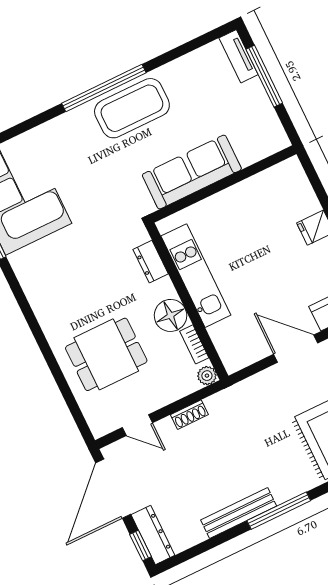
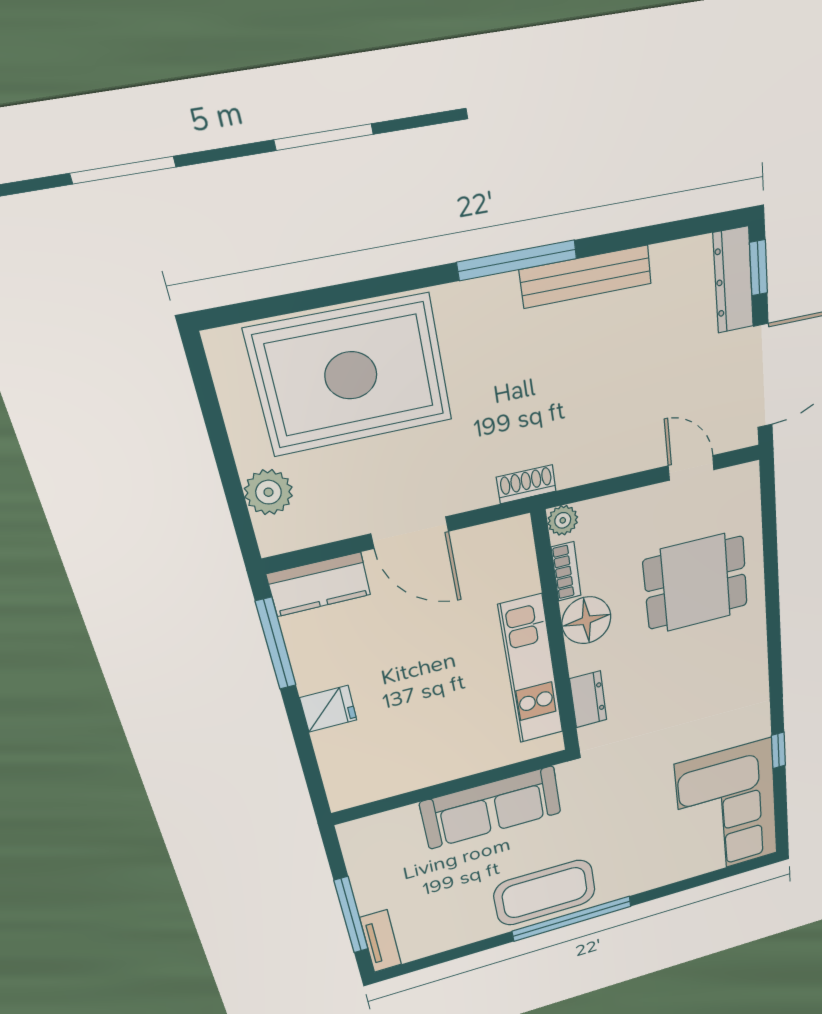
shoe rack: (189, 415) -> (526, 484), moved

